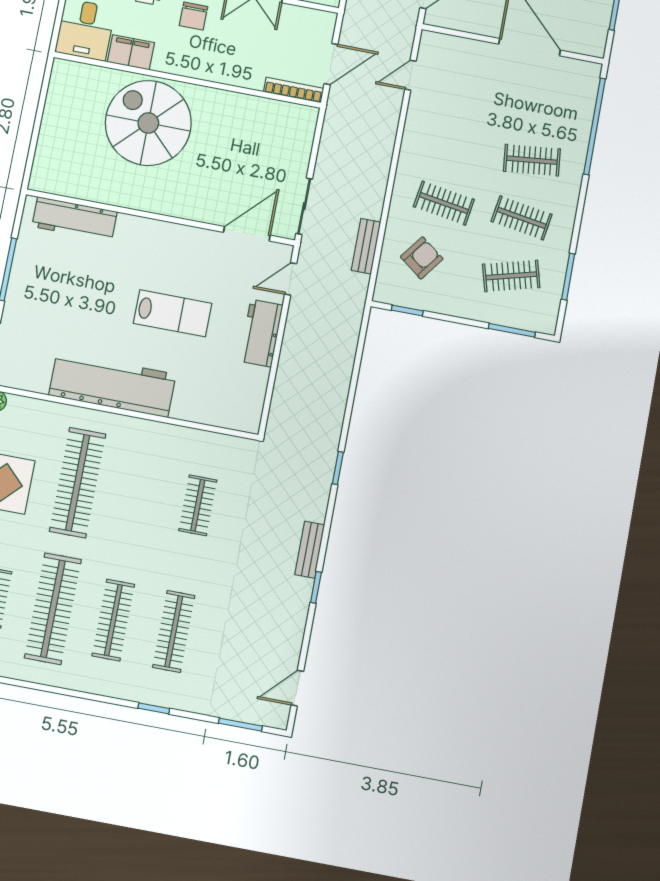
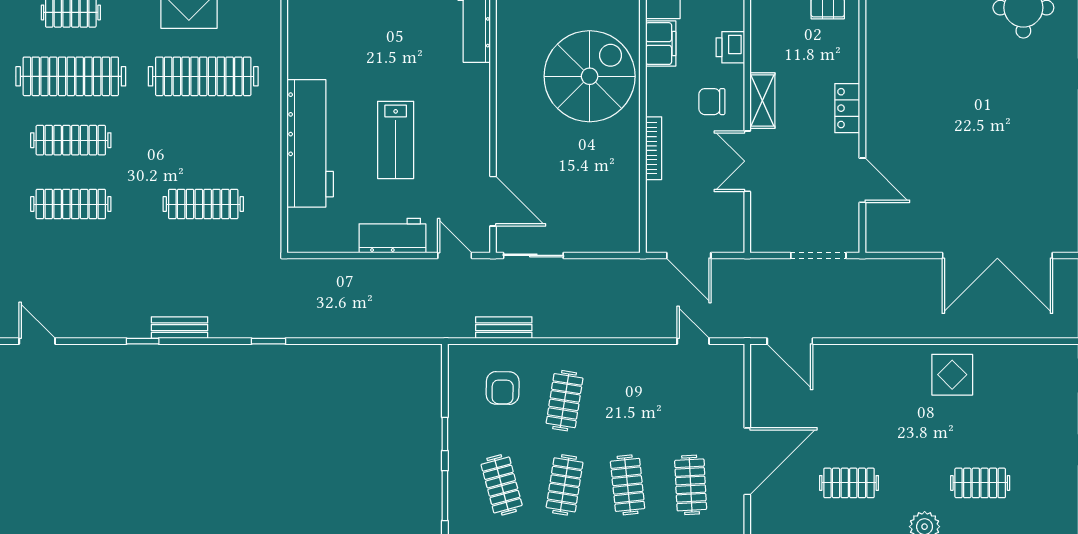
bookcase: (294, 90) -> (654, 148), moved
clothes rail: (542, 103) -> (691, 485), added
armchair: (422, 258) -> (503, 388), turned 54
window: (407, 310) -> (445, 434), moved
workbench: (112, 385) -> (310, 143), moved
clothes rail: (198, 505) -> (203, 204), width x1.36

